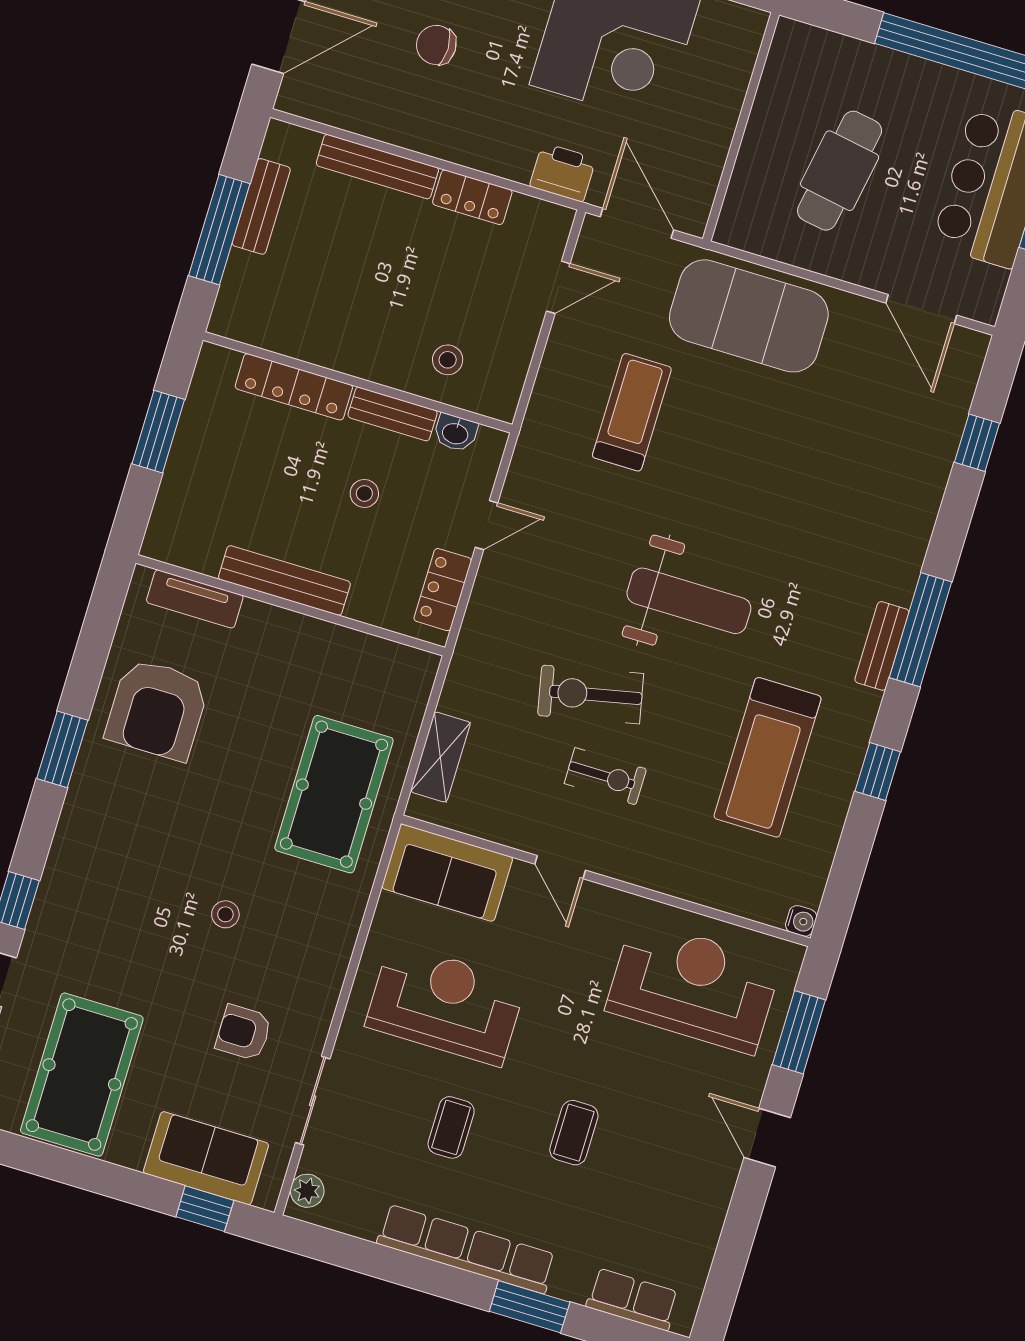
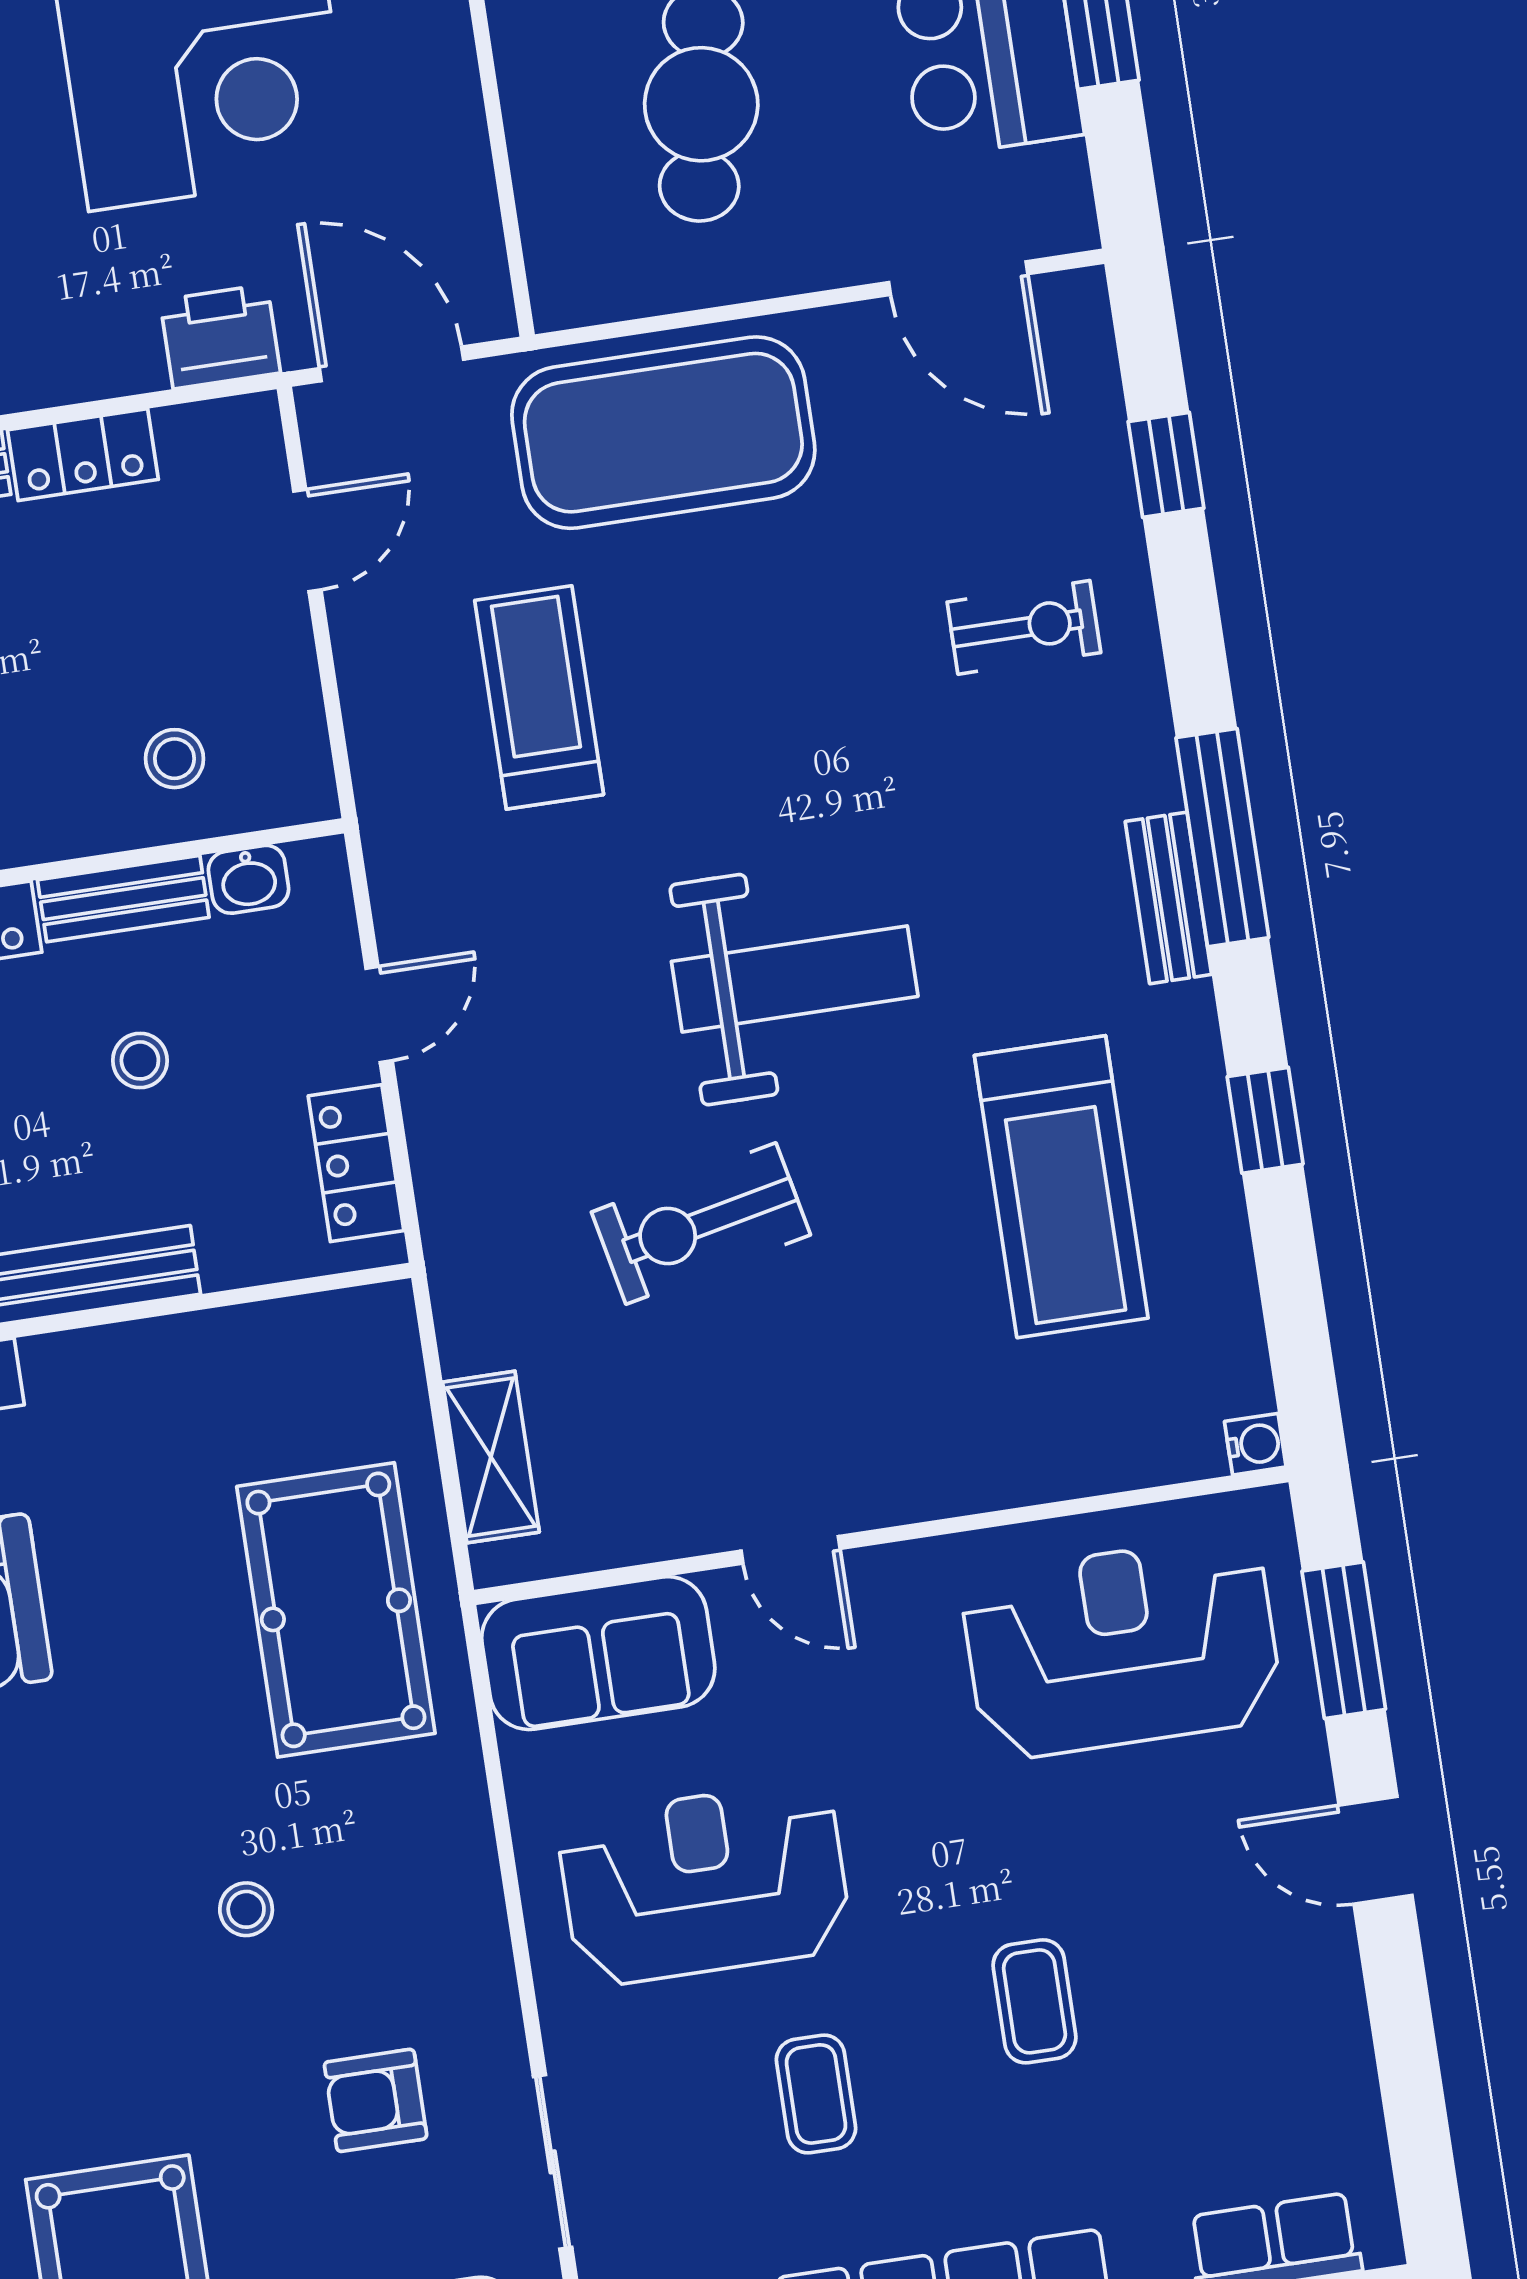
exercise bike: (605, 776) -> (1024, 627), moved

